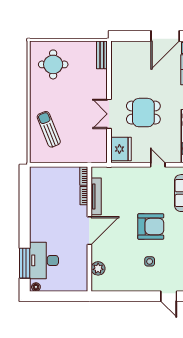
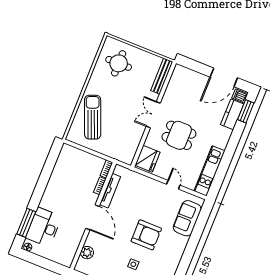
bench: (102, 55) -> (162, 76), width x1.36
double door: (109, 114) -> (153, 115), moved
sun lounger: (49, 129) -> (93, 117), width x1.36, depth x1.34
door: (89, 231) -> (93, 217), hinge flipped

